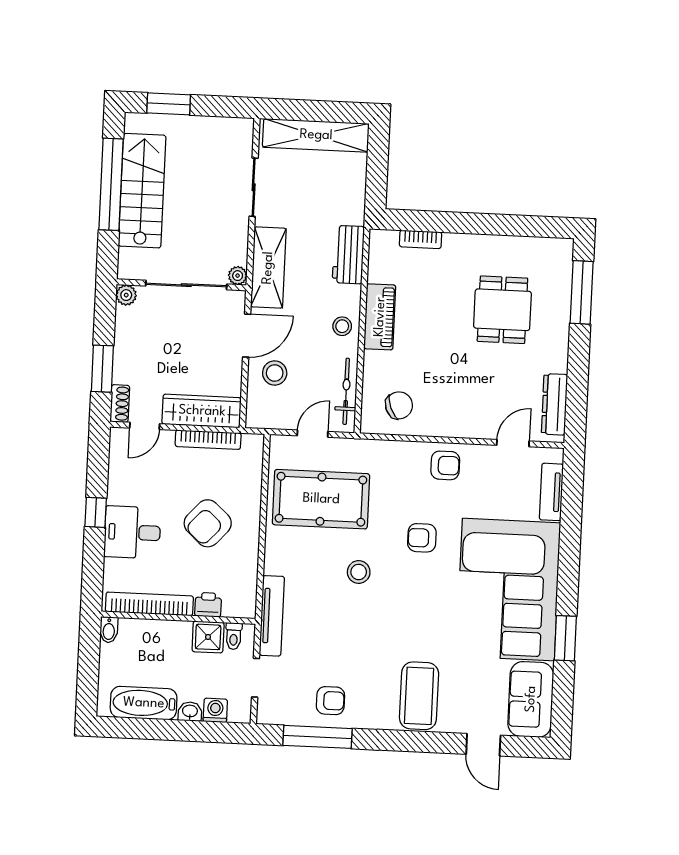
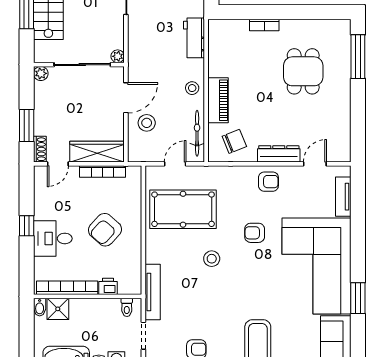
bookcase: (421, 239) -> (264, 25), moved
shelving: (268, 268) -> (139, 50), removed
piano: (380, 317) -> (218, 100), moved
dresser: (554, 404) -> (279, 154), moved, turned 90
shower: (208, 637) -> (58, 309), moved

